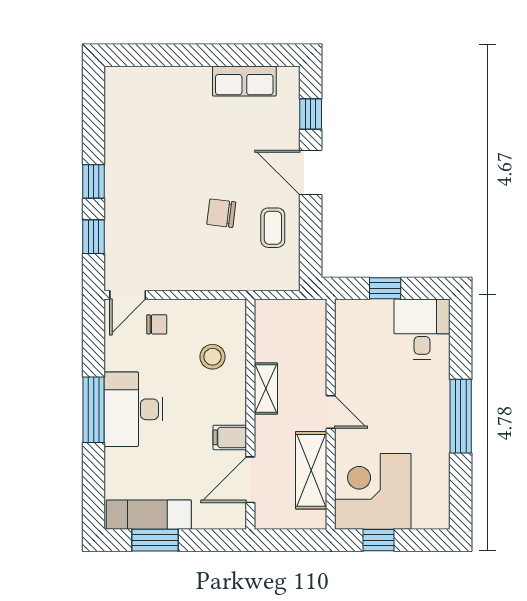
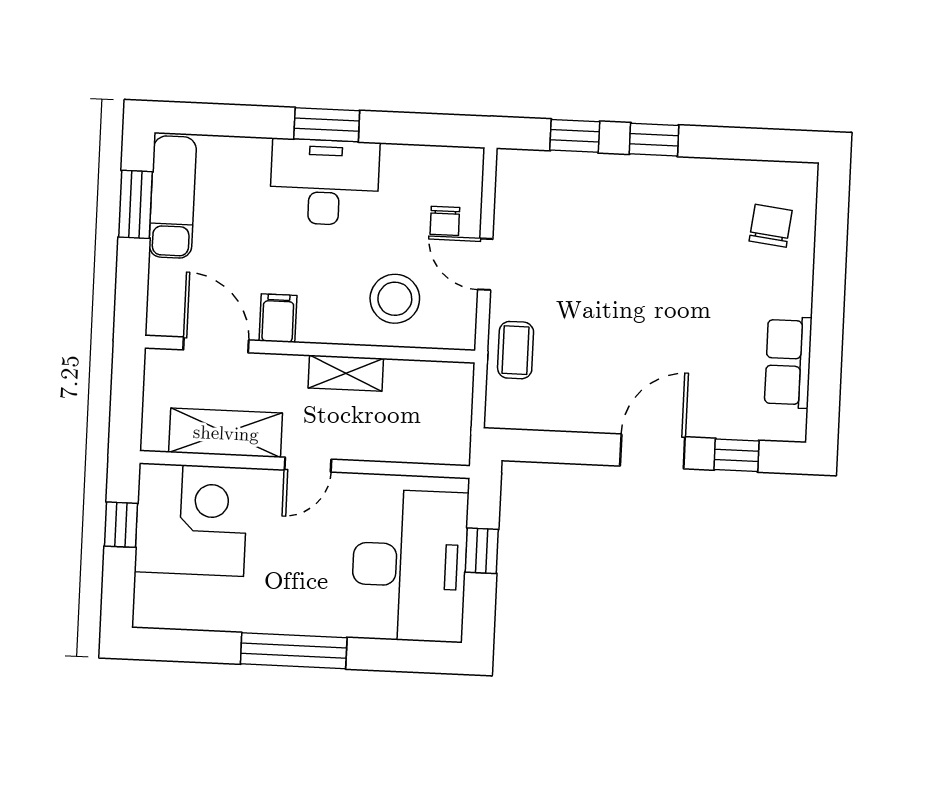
chair: (221, 213) -> (771, 226), moved
coffee table: (273, 228) -> (516, 350), moved, turned 90
door: (128, 295) -> (485, 264), moved
desk: (422, 329) -> (409, 565), width x1.87, depth x1.30
stool: (213, 357) -> (395, 299), width x1.38, depth x1.38
window: (94, 410) -> (327, 125), width x0.69

